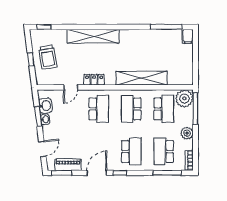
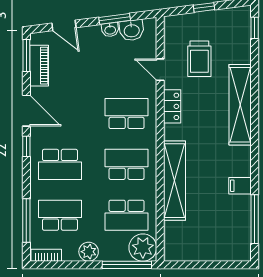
filing cabinet: (188, 36) -> (240, 186), moved
trolley: (48, 57) -> (199, 59), moved, turned -81
school desk: (99, 109) -> (127, 114), turned 180

